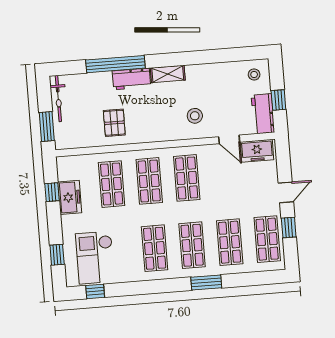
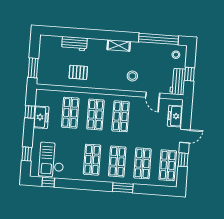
window: (115, 64) -> (159, 39), moved
workbench: (131, 79) -> (74, 44), moved
bicycle: (58, 99) -> (44, 51), removed
pallet: (114, 123) -> (78, 72), turned 90
freezer: (257, 151) -> (175, 116), moved, turned 90

